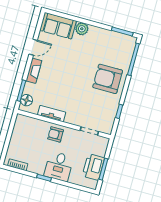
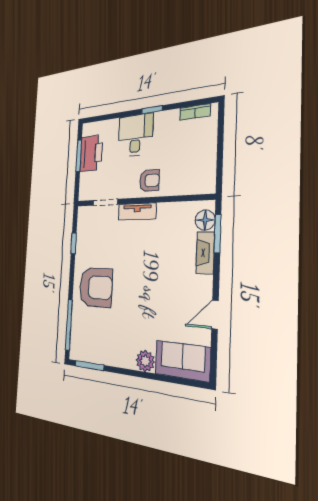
fireplace: (34, 71) -> (205, 253), moved
tv unit: (52, 114) -> (137, 212), moved

